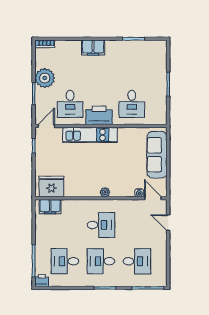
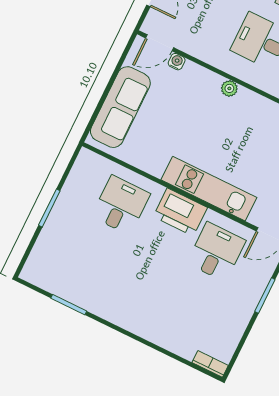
filing cabinet: (93, 48) -> (138, 322), removed
plant: (45, 78) -> (236, 311), removed
door: (153, 198) -> (160, 43), hinge flipped

